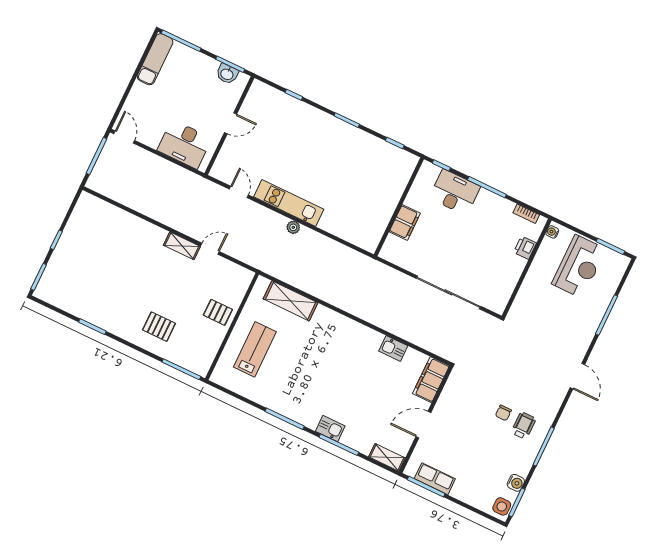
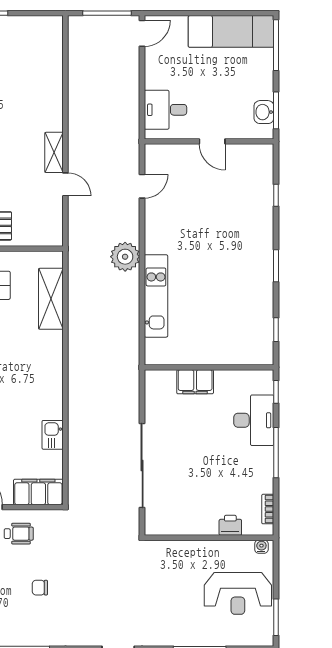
exam couch: (155, 59) -> (231, 31), width x1.36, depth x1.45
desk: (184, 144) -> (165, 110), width x0.73
kitchen unit: (289, 203) -> (156, 296), moved
plant: (293, 227) -> (125, 257), width x1.88, depth x1.88
wheelchair: (524, 426) -> (19, 534), moved

